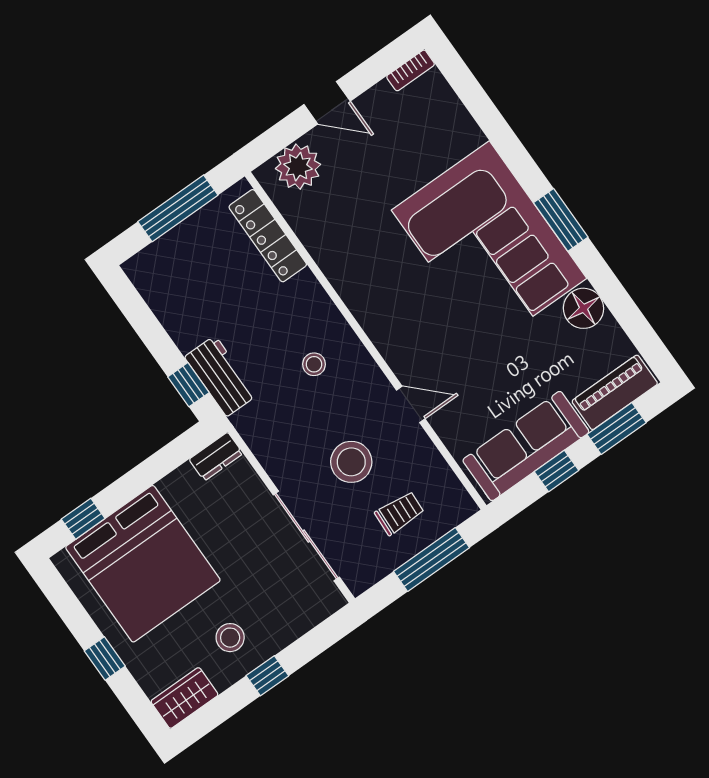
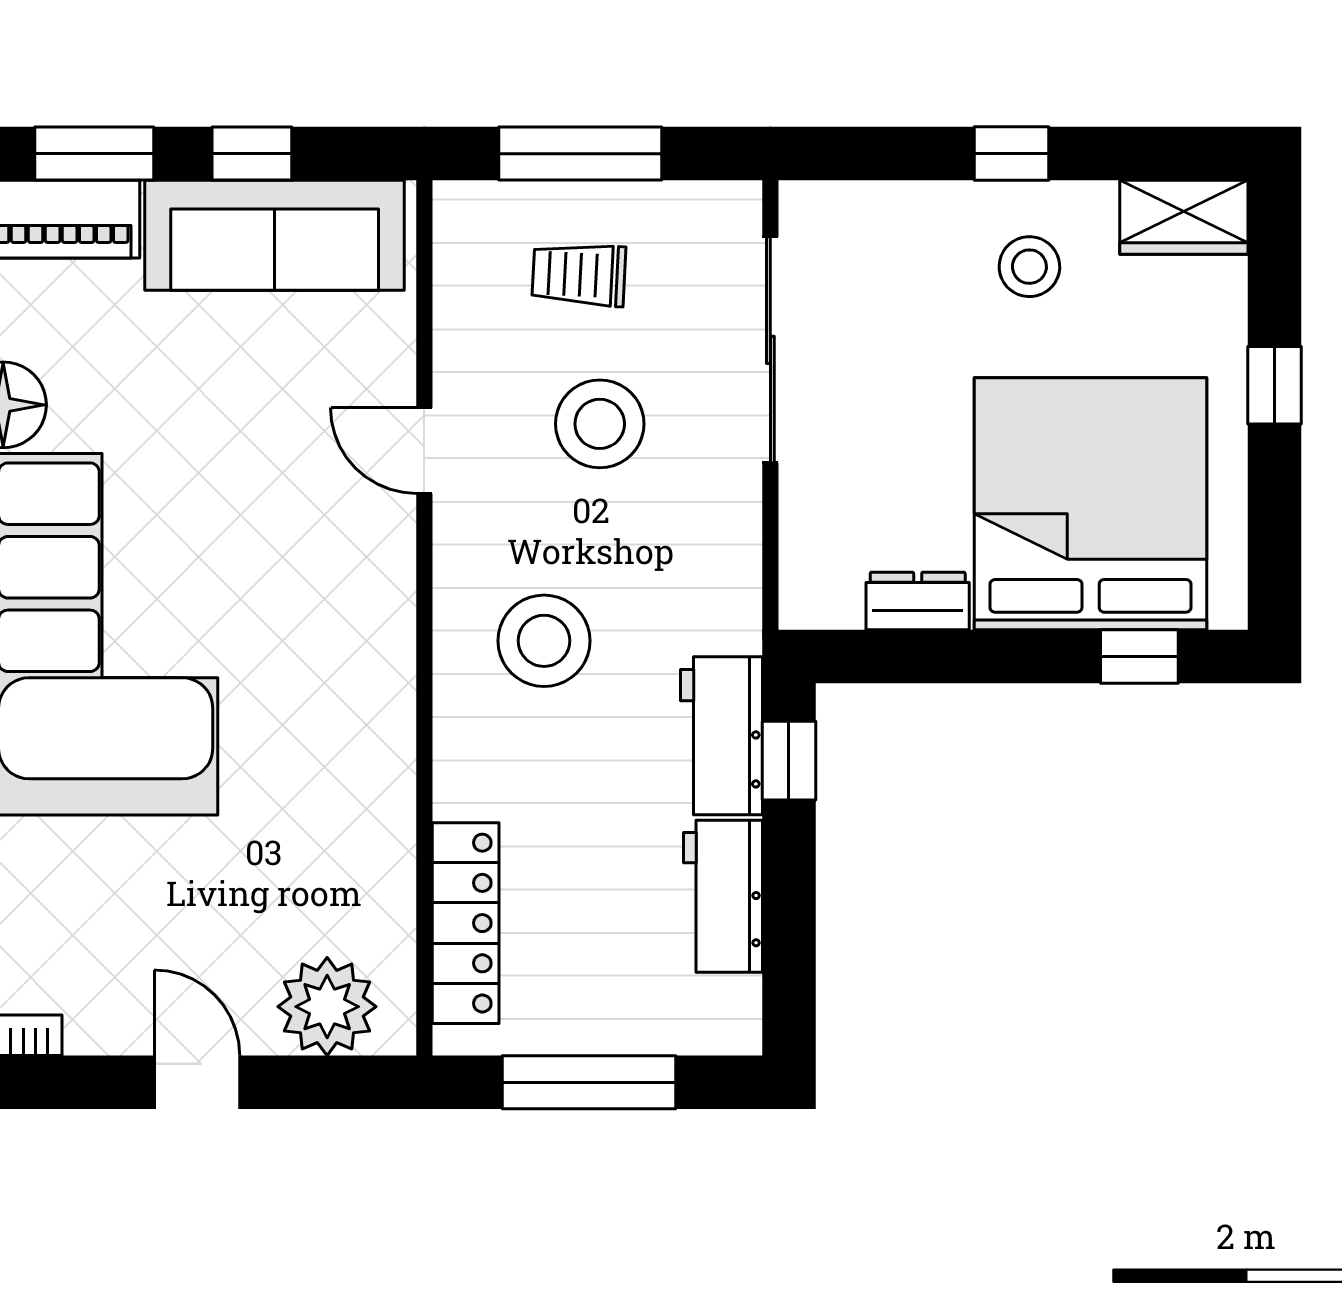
workbench: (177, 315) -> (723, 896), added
stool: (314, 364) -> (544, 641), width x1.89, depth x1.89
dresser: (216, 456) -> (918, 601), moved

